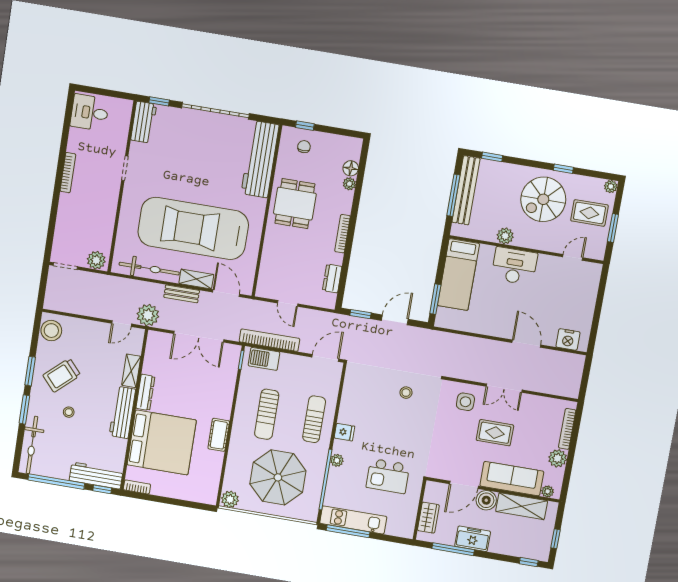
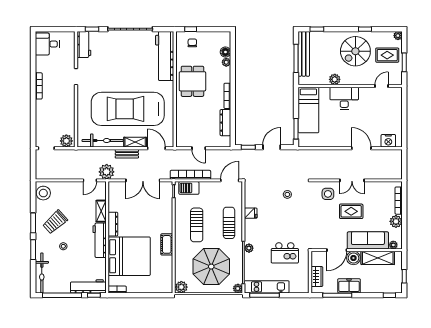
dresser: (332, 278) -> (225, 123), width x1.44
fridge: (344, 432) -> (251, 213), moved
plant: (311, 515) -> (238, 288), added

